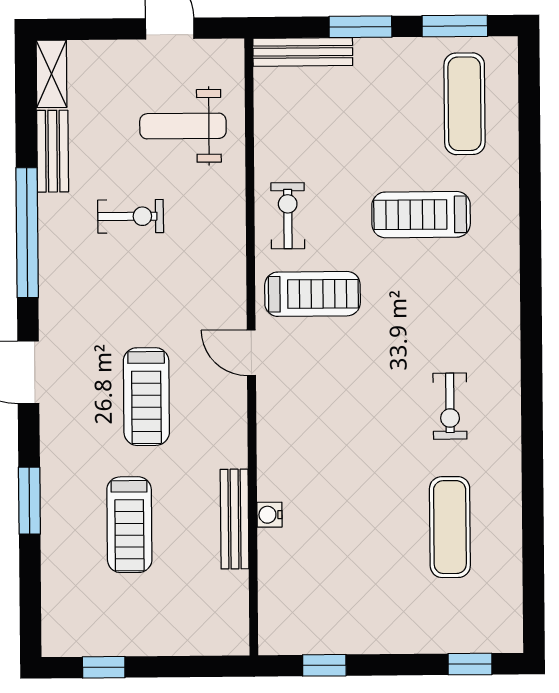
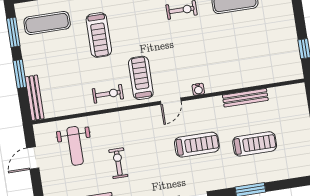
exercise bike: (288, 216) -> (108, 94), turned 180
water cooler: (269, 515) -> (198, 89), moved

